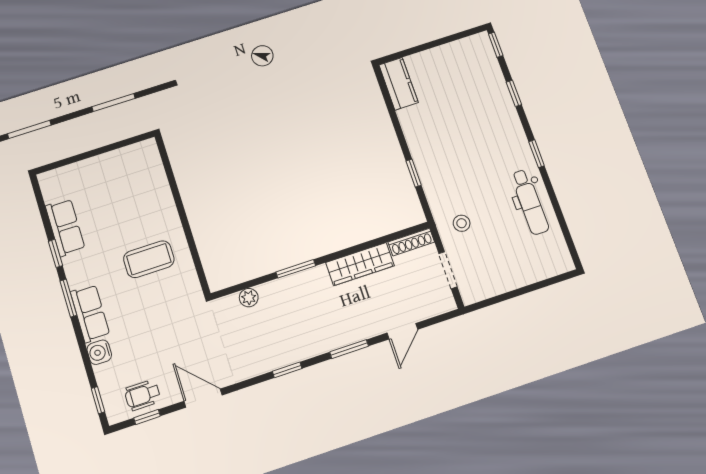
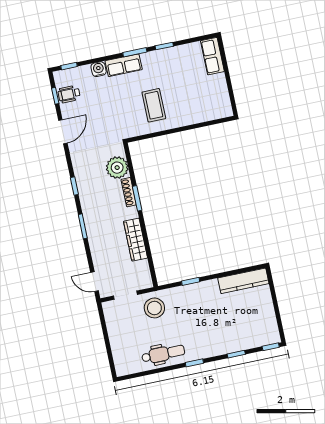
kitchen counter: (399, 84) -> (243, 281), width x1.50
dental chair: (530, 202) -> (163, 354), turned 180
stool: (462, 223) -> (154, 308), width x1.89, depth x1.89
row of seats: (65, 227) -> (212, 56), moved, turned 90
shoe rack: (411, 242) -> (129, 192), moved
plant: (249, 298) -> (117, 168), width x1.88, depth x1.88
door: (402, 331) -> (94, 282), moved
wheelchair: (143, 395) -> (69, 94), turned -90

